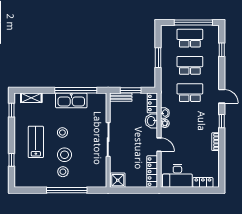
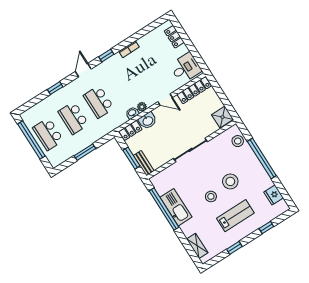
window: (222, 50) -> (55, 88), moved
window: (12, 110) -> (234, 248), moved
lab bench: (36, 142) -> (235, 216), turned 180
door: (159, 145) -> (165, 100), swing flipped
stool: (63, 172) -> (238, 141), moved
desk: (177, 176) -> (186, 68), width x0.73
fridge: (33, 181) -> (274, 195), added

